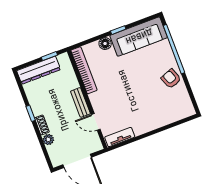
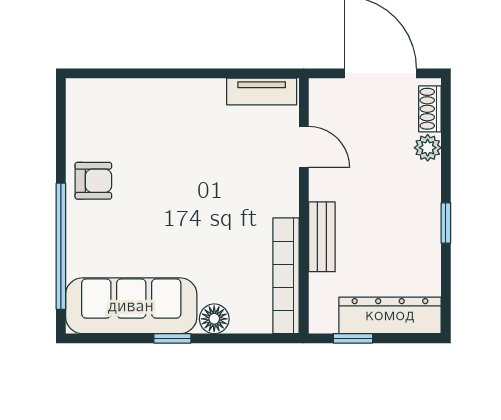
armchair: (171, 79) -> (93, 181), turned -69
bench: (80, 102) -> (322, 237), moved
shoe rack: (42, 125) -> (430, 109), moved

